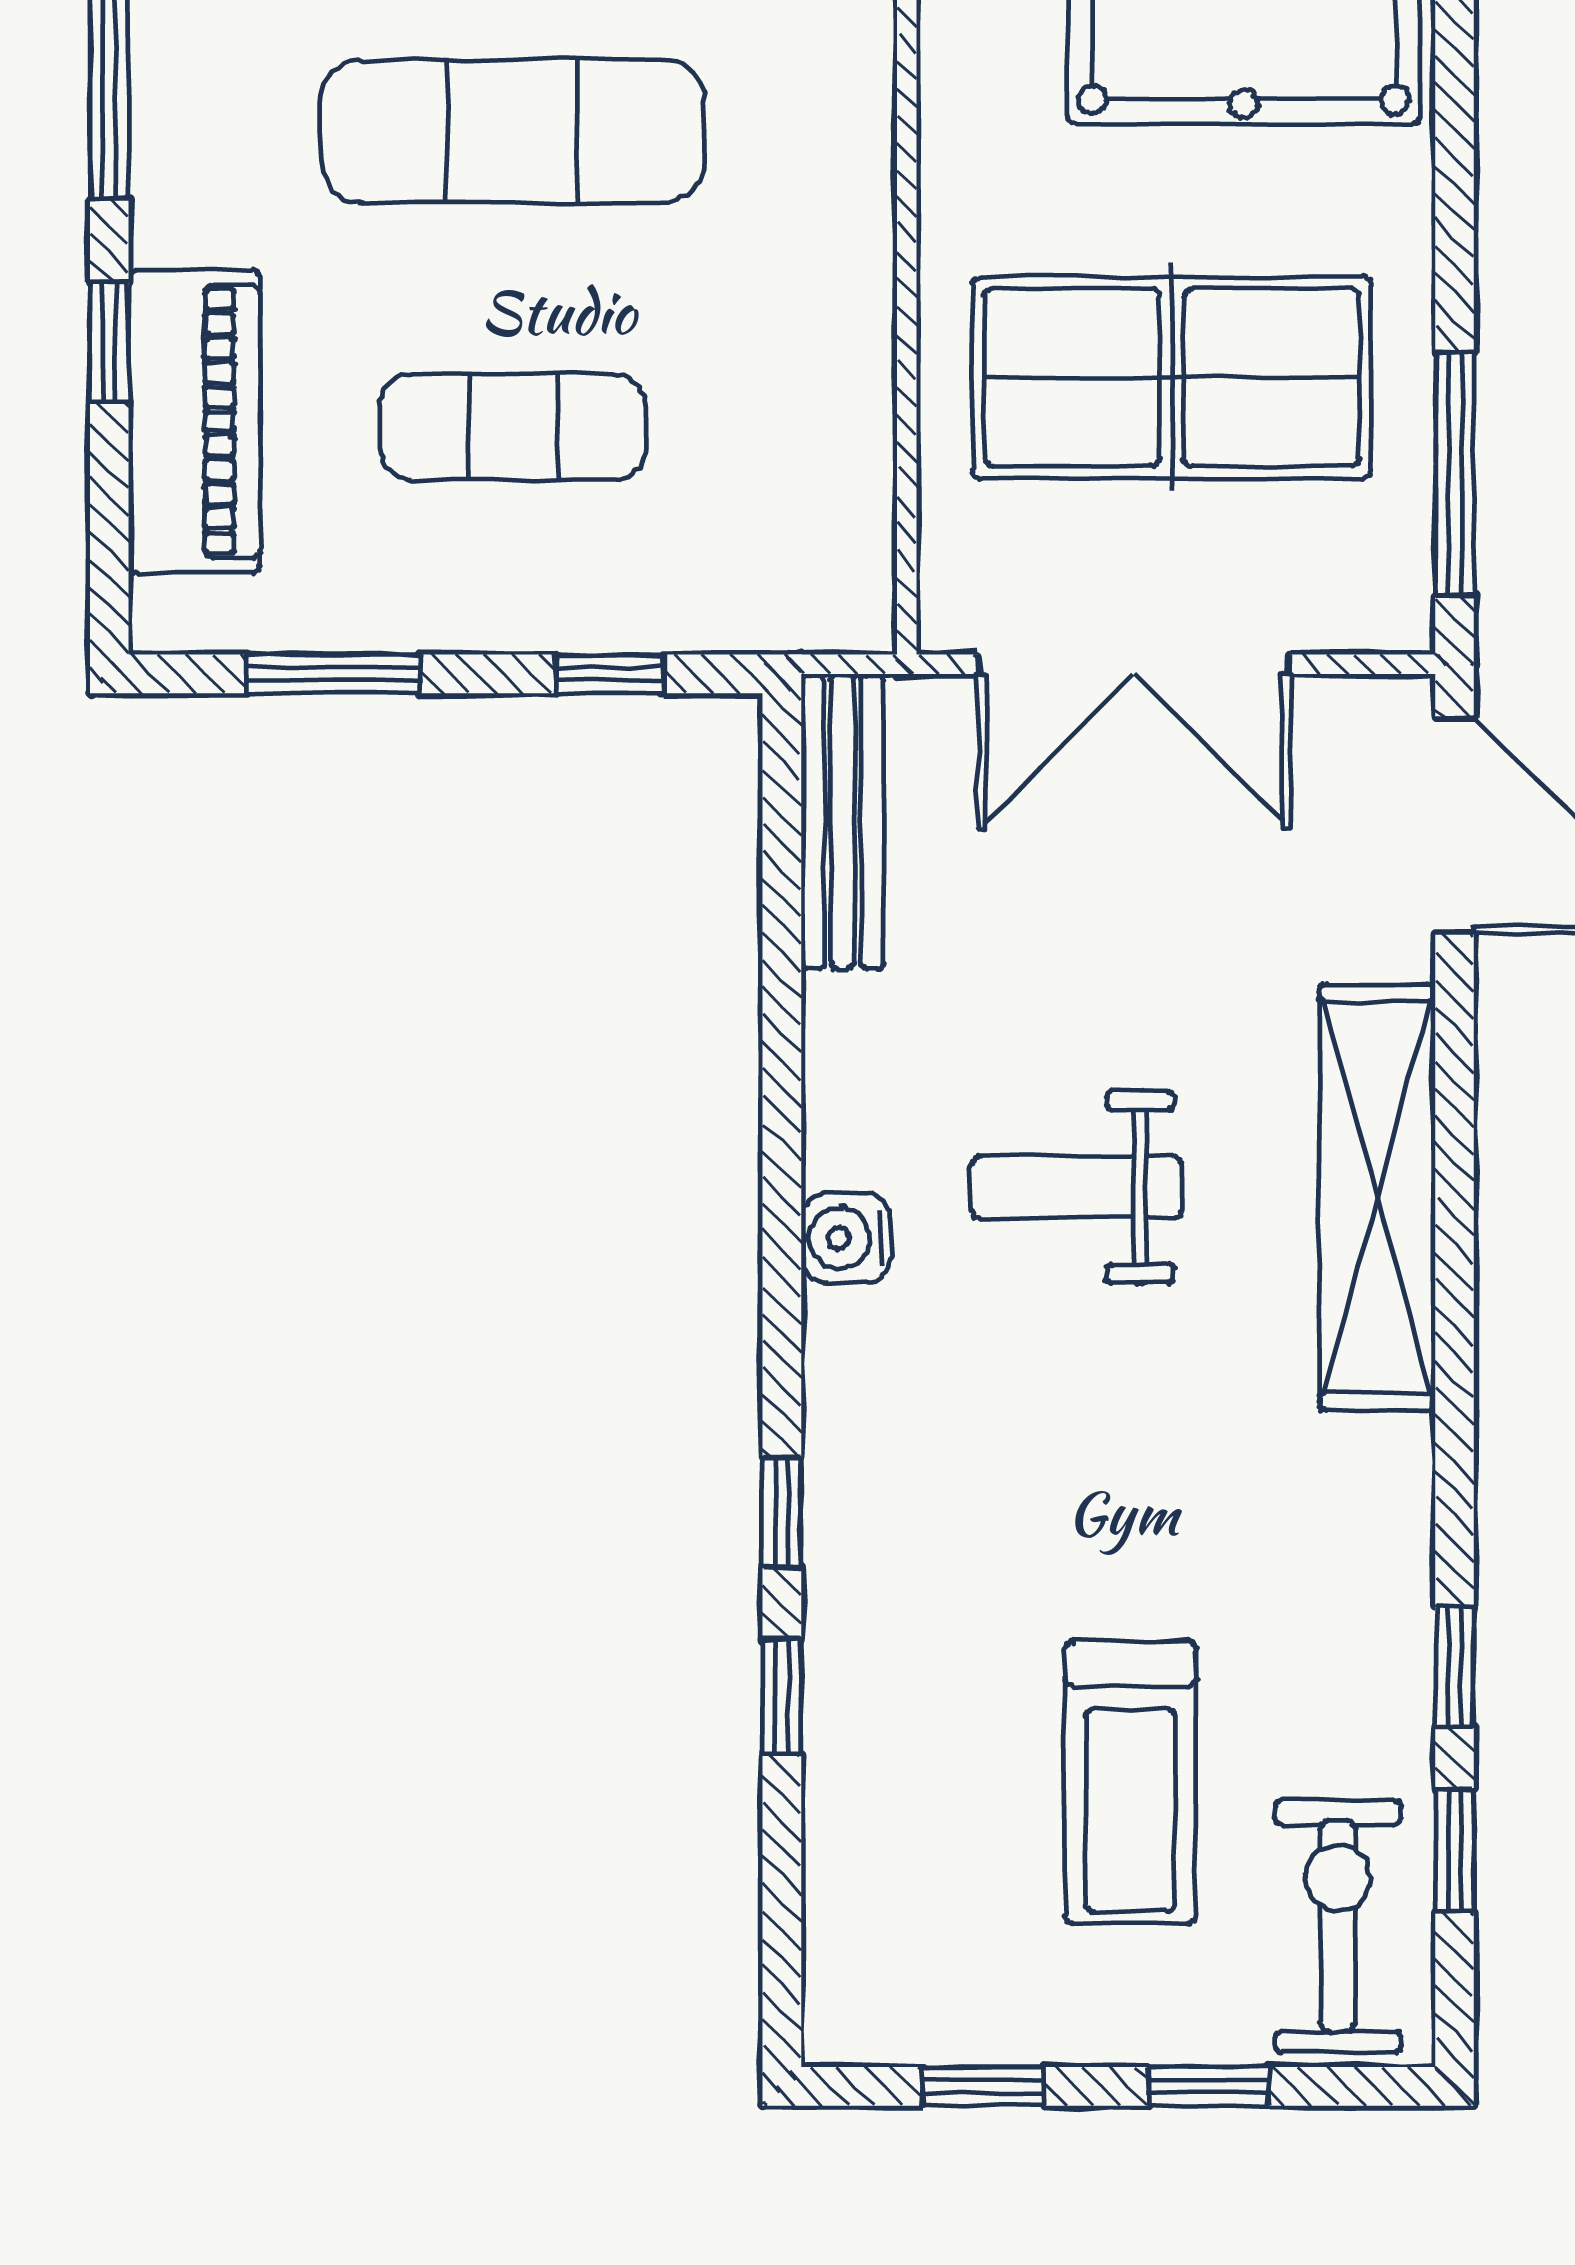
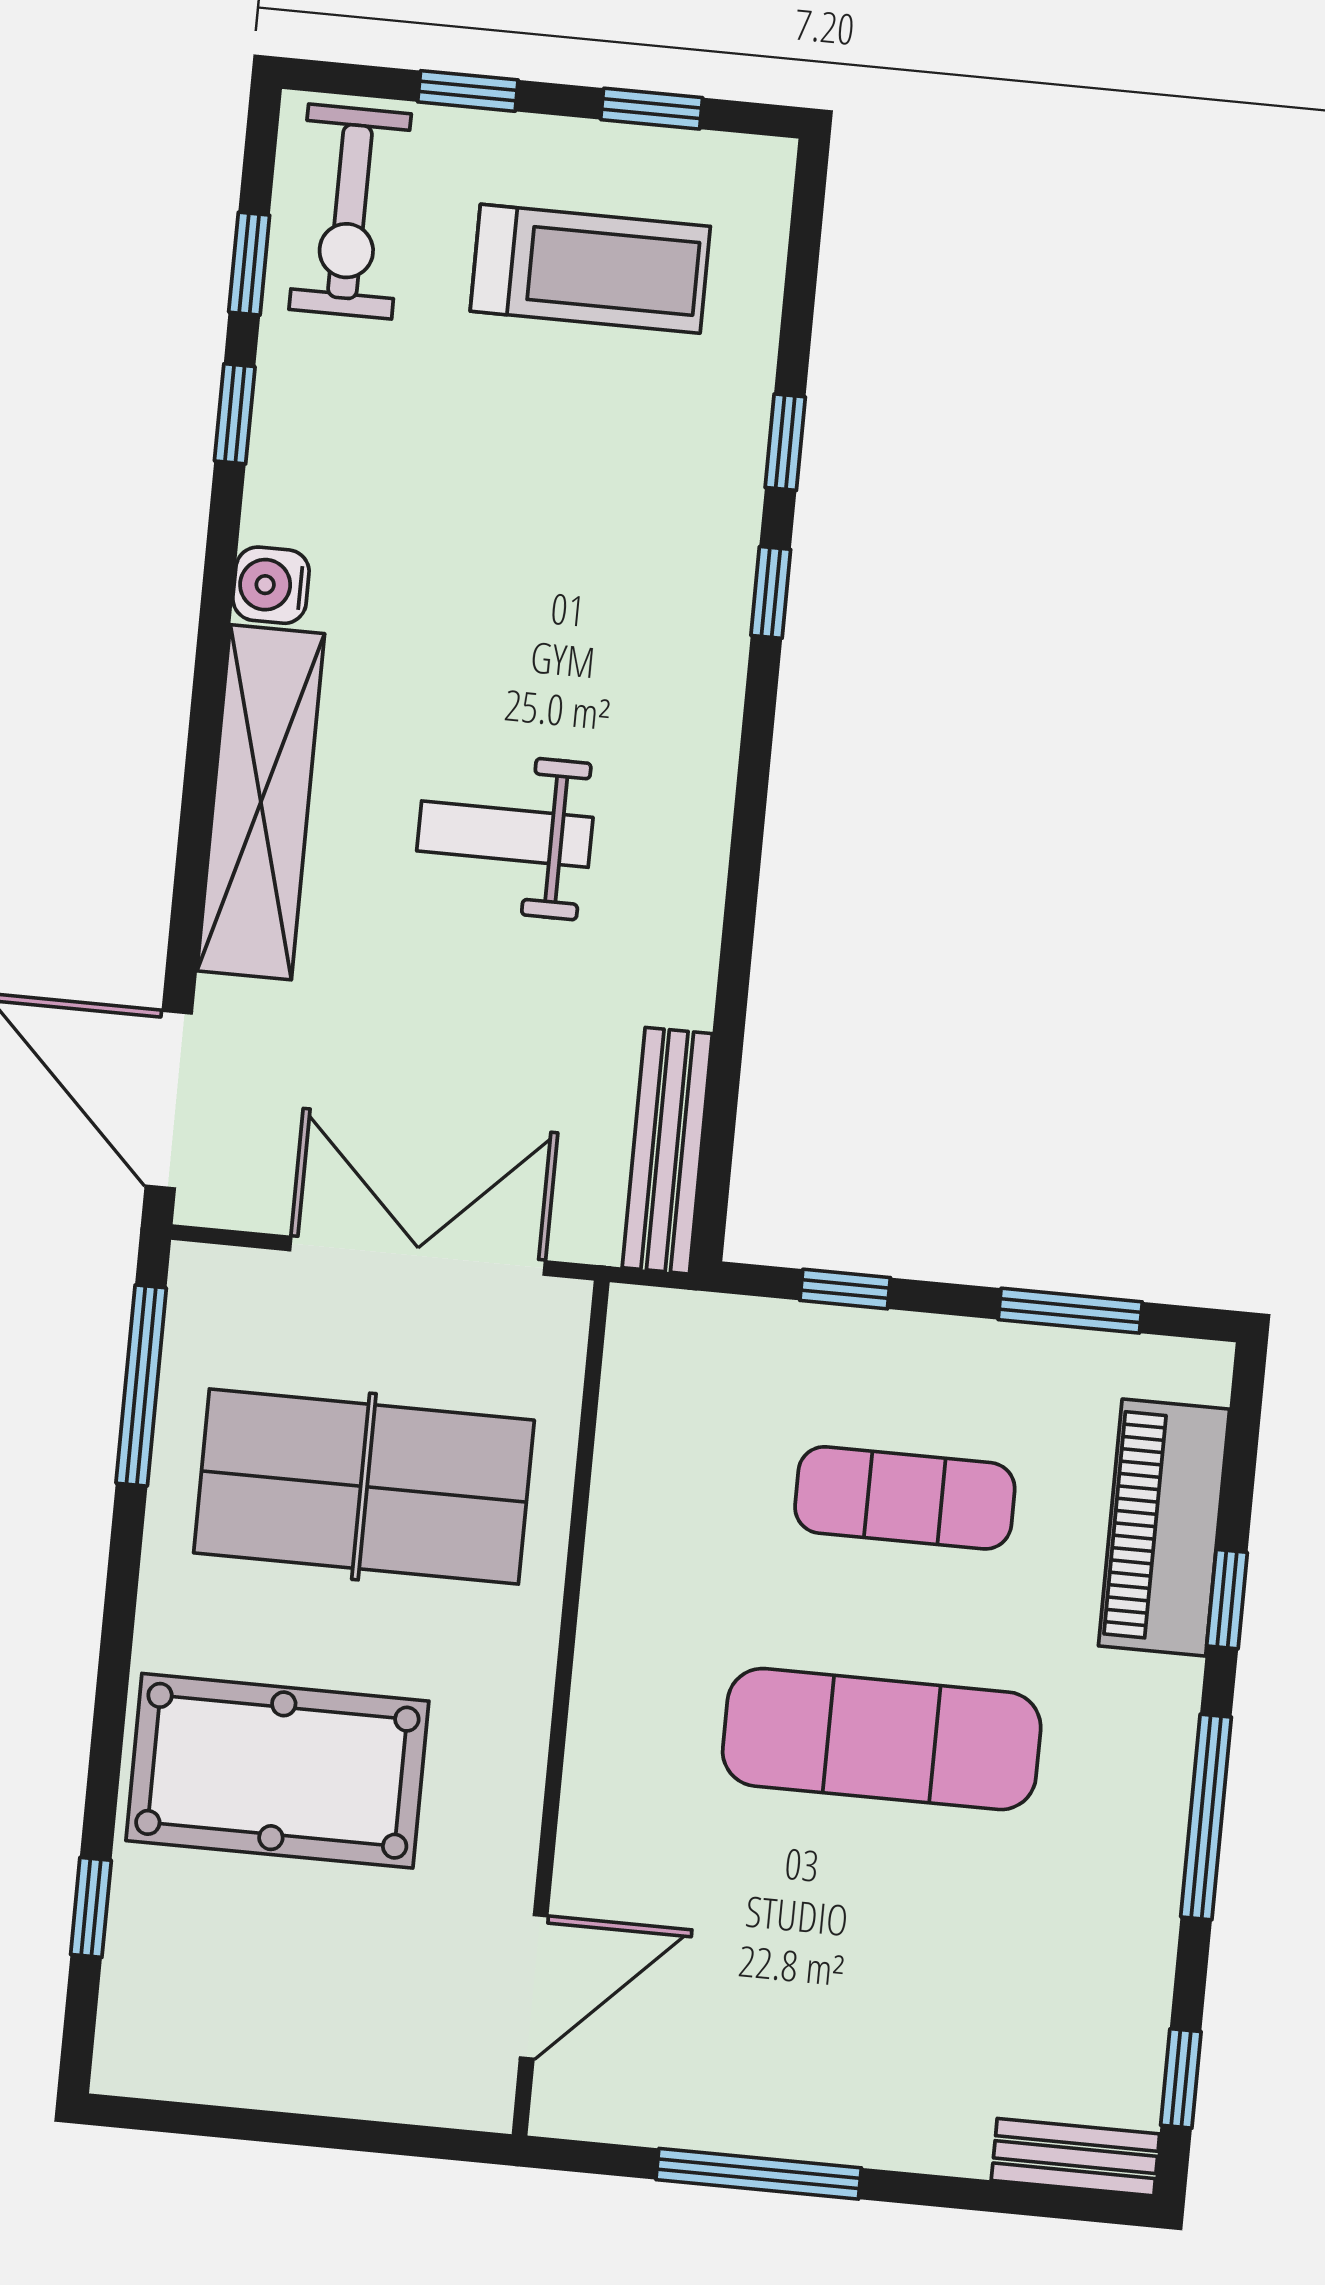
weight bench: (1077, 1187) -> (505, 834), turned 180
water cooler: (846, 1238) -> (271, 585), moved, turned 180
treadmill: (1131, 1782) -> (590, 269), moved, turned 90

